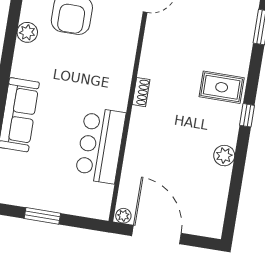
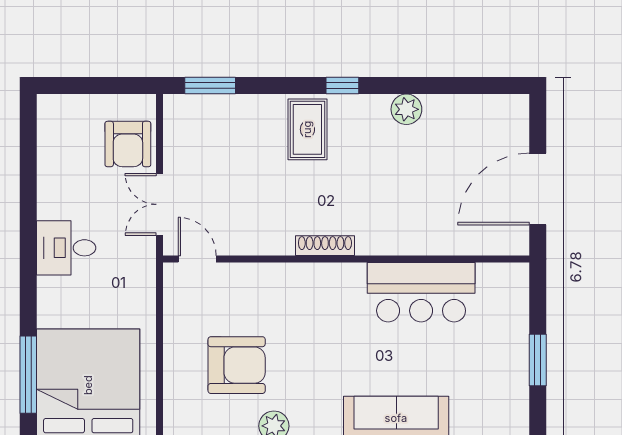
shoe rack: (141, 92) -> (325, 246), width x1.43
plant: (123, 216) -> (518, 242), removed

